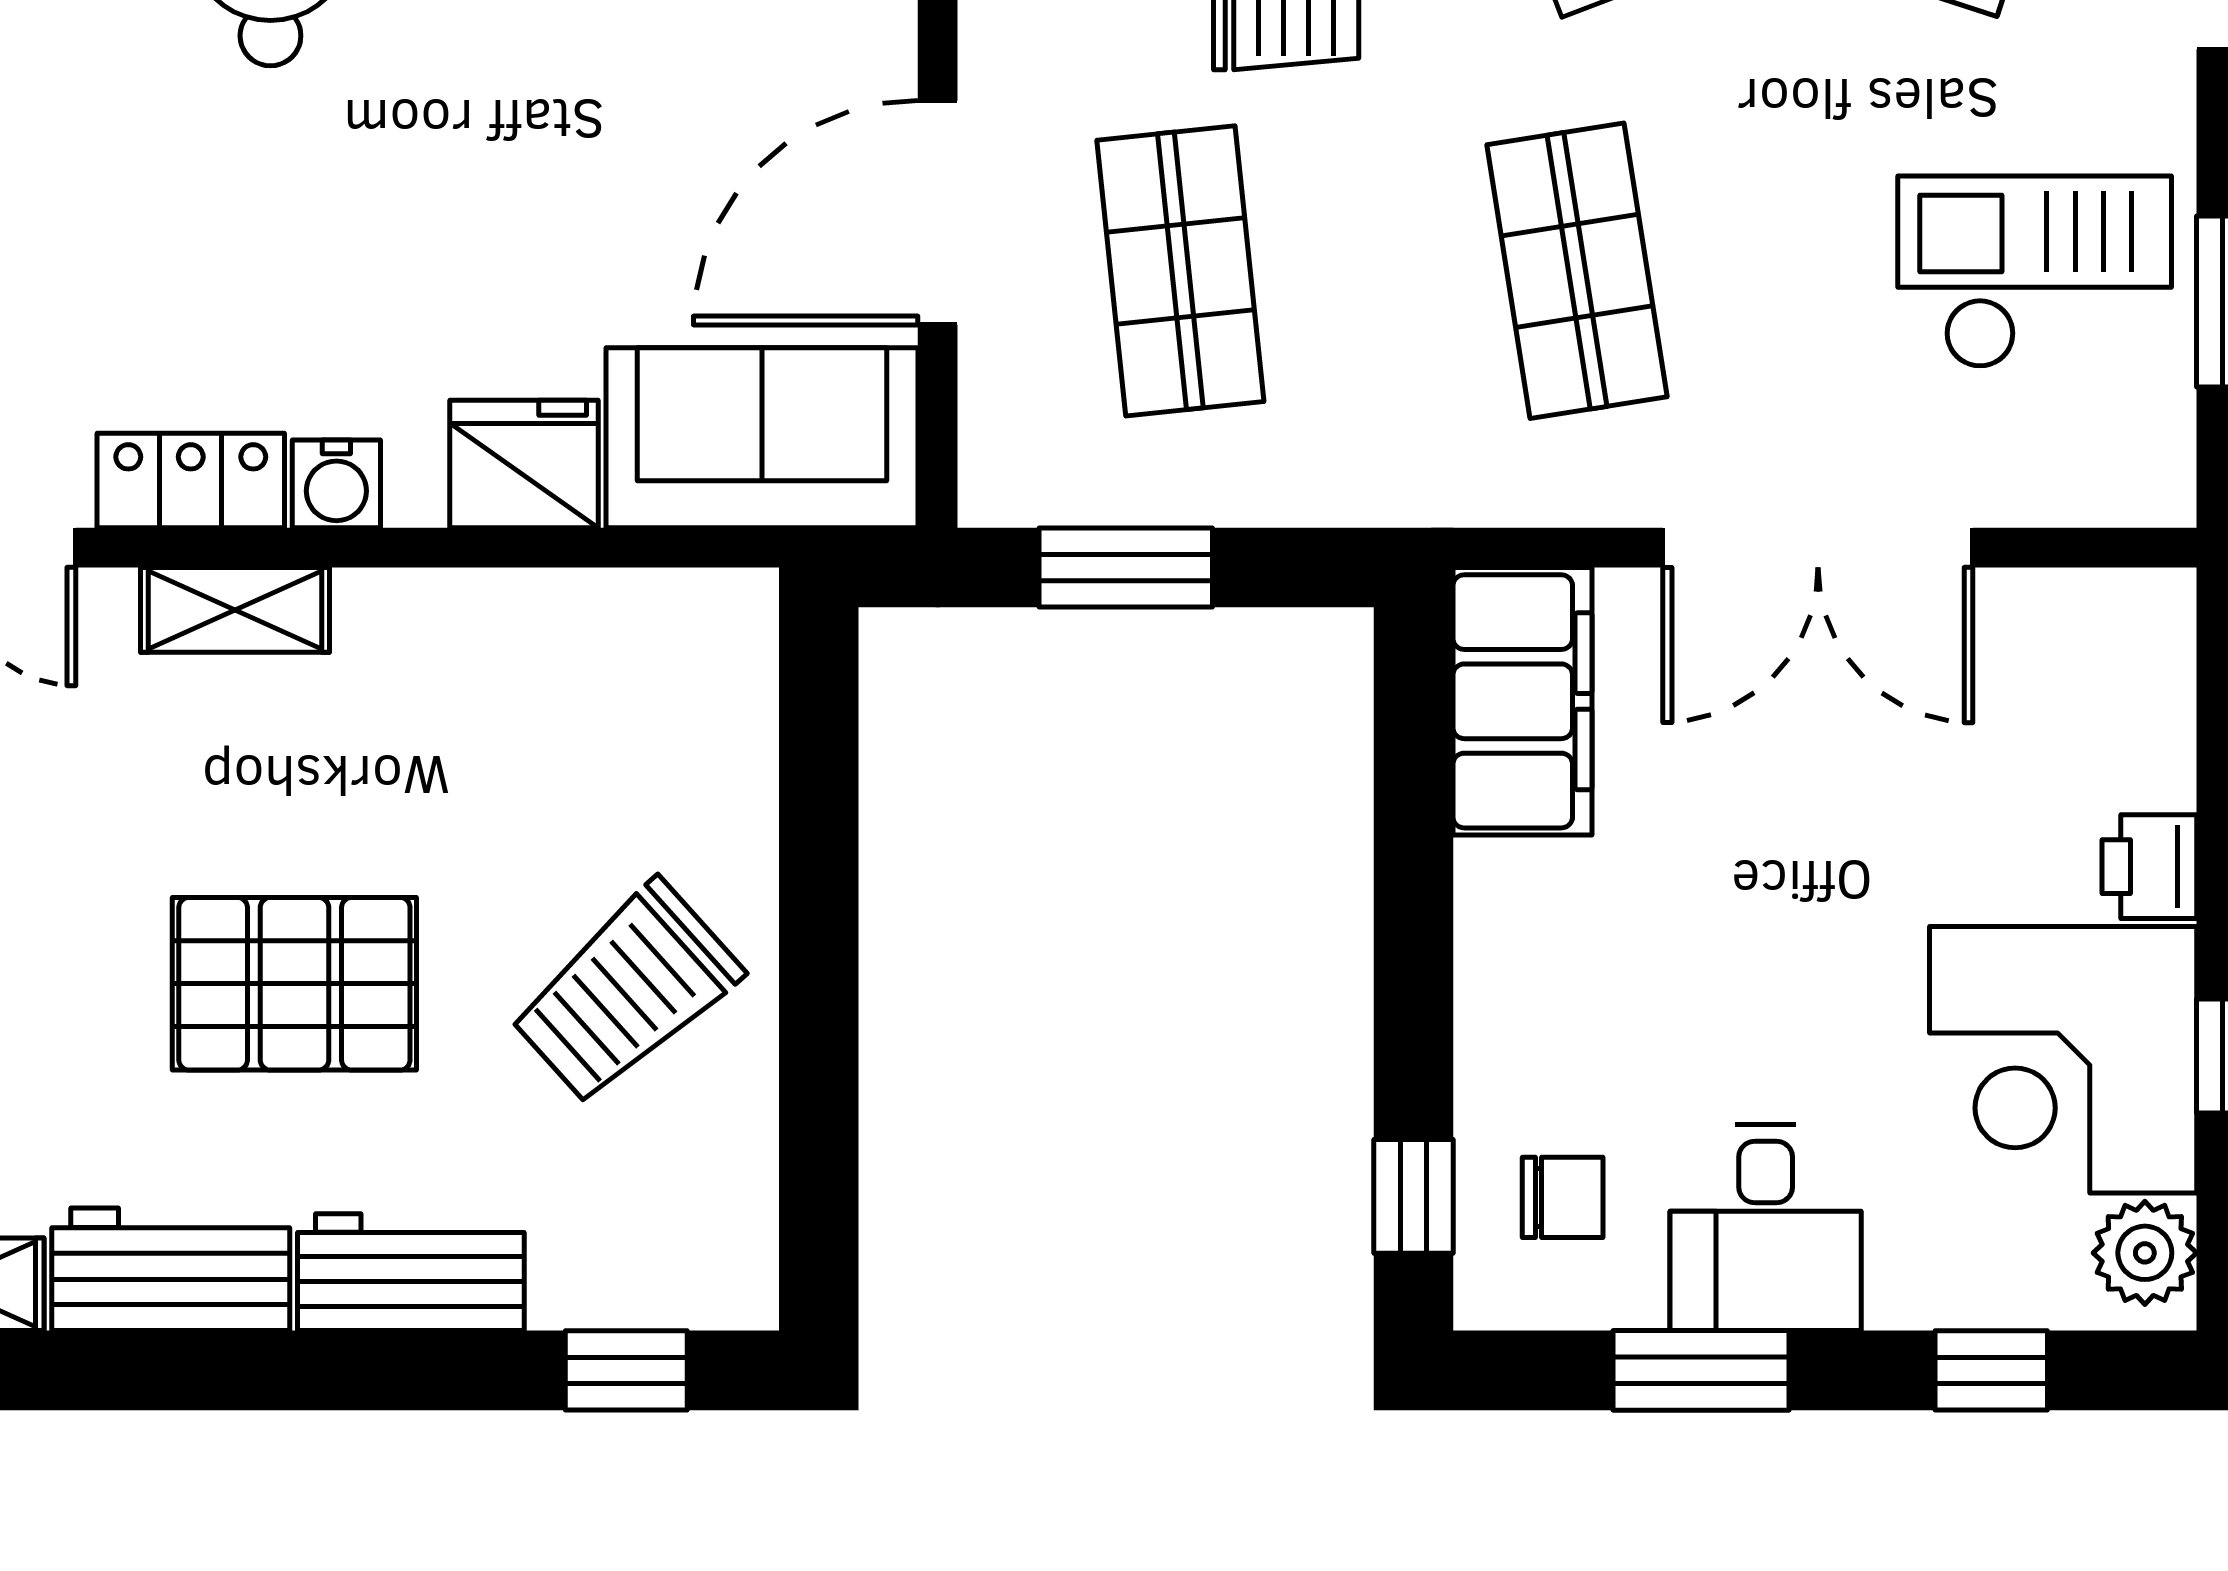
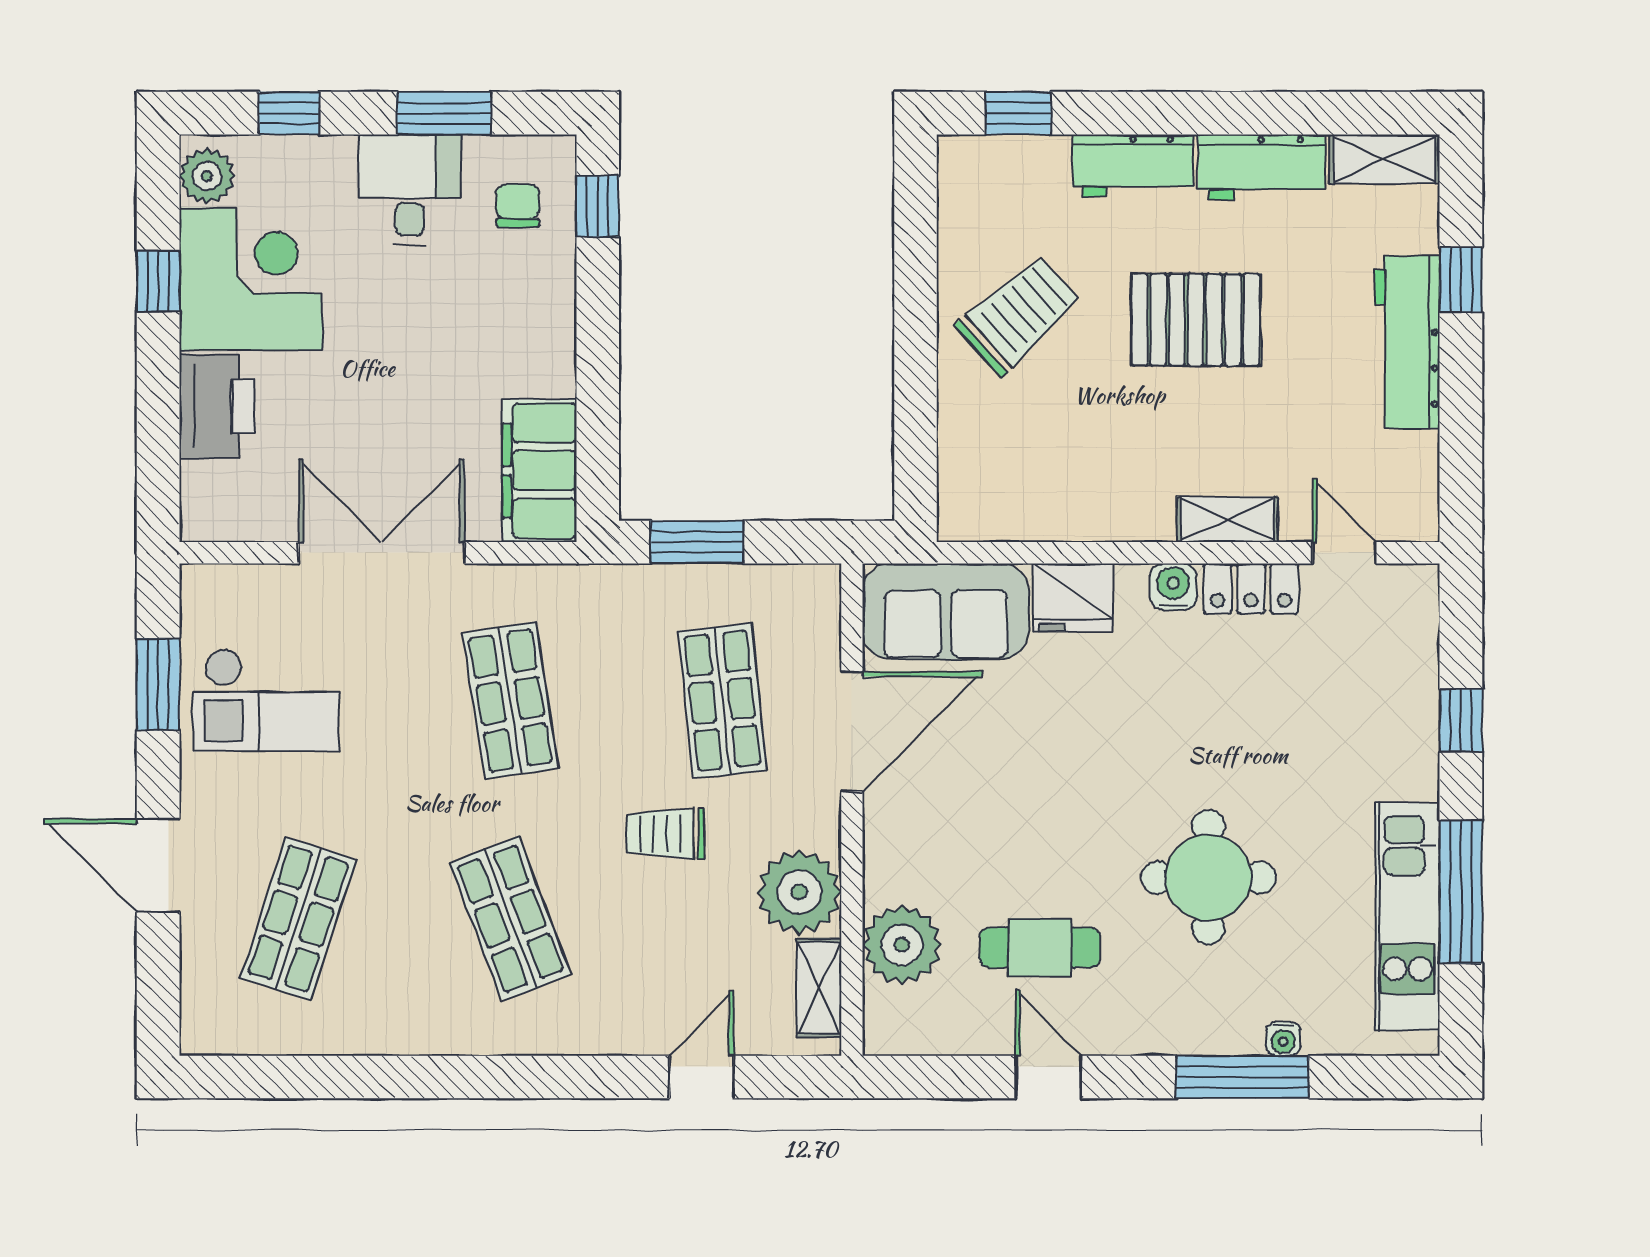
window: (1126, 567) -> (697, 542), moved
printer: (2149, 867) -> (217, 407), width x1.87, depth x1.48
chair: (1563, 1197) -> (518, 206), turned 90

